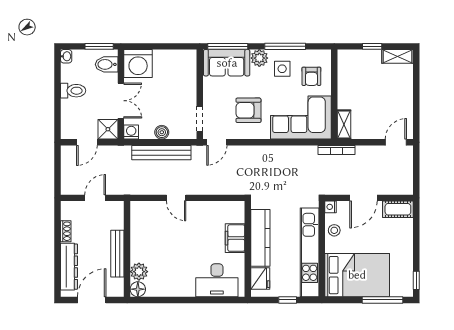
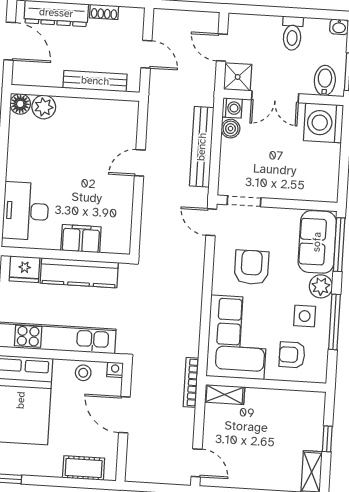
boiler: (162, 132) -> (231, 129), moved
cot: (398, 209) -> (84, 468), moved, turned 90
bench: (117, 254) -> (95, 81), moved

